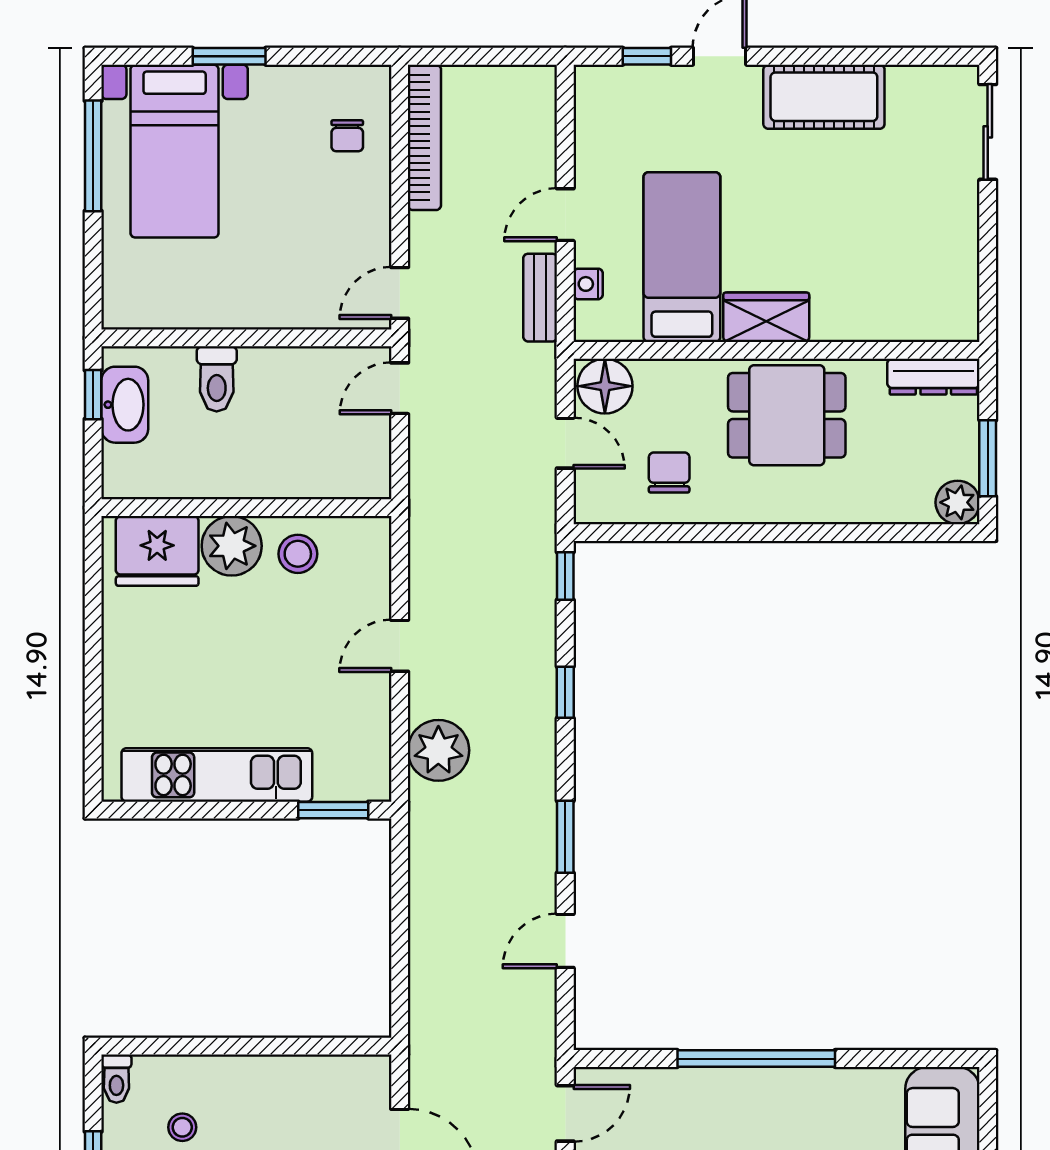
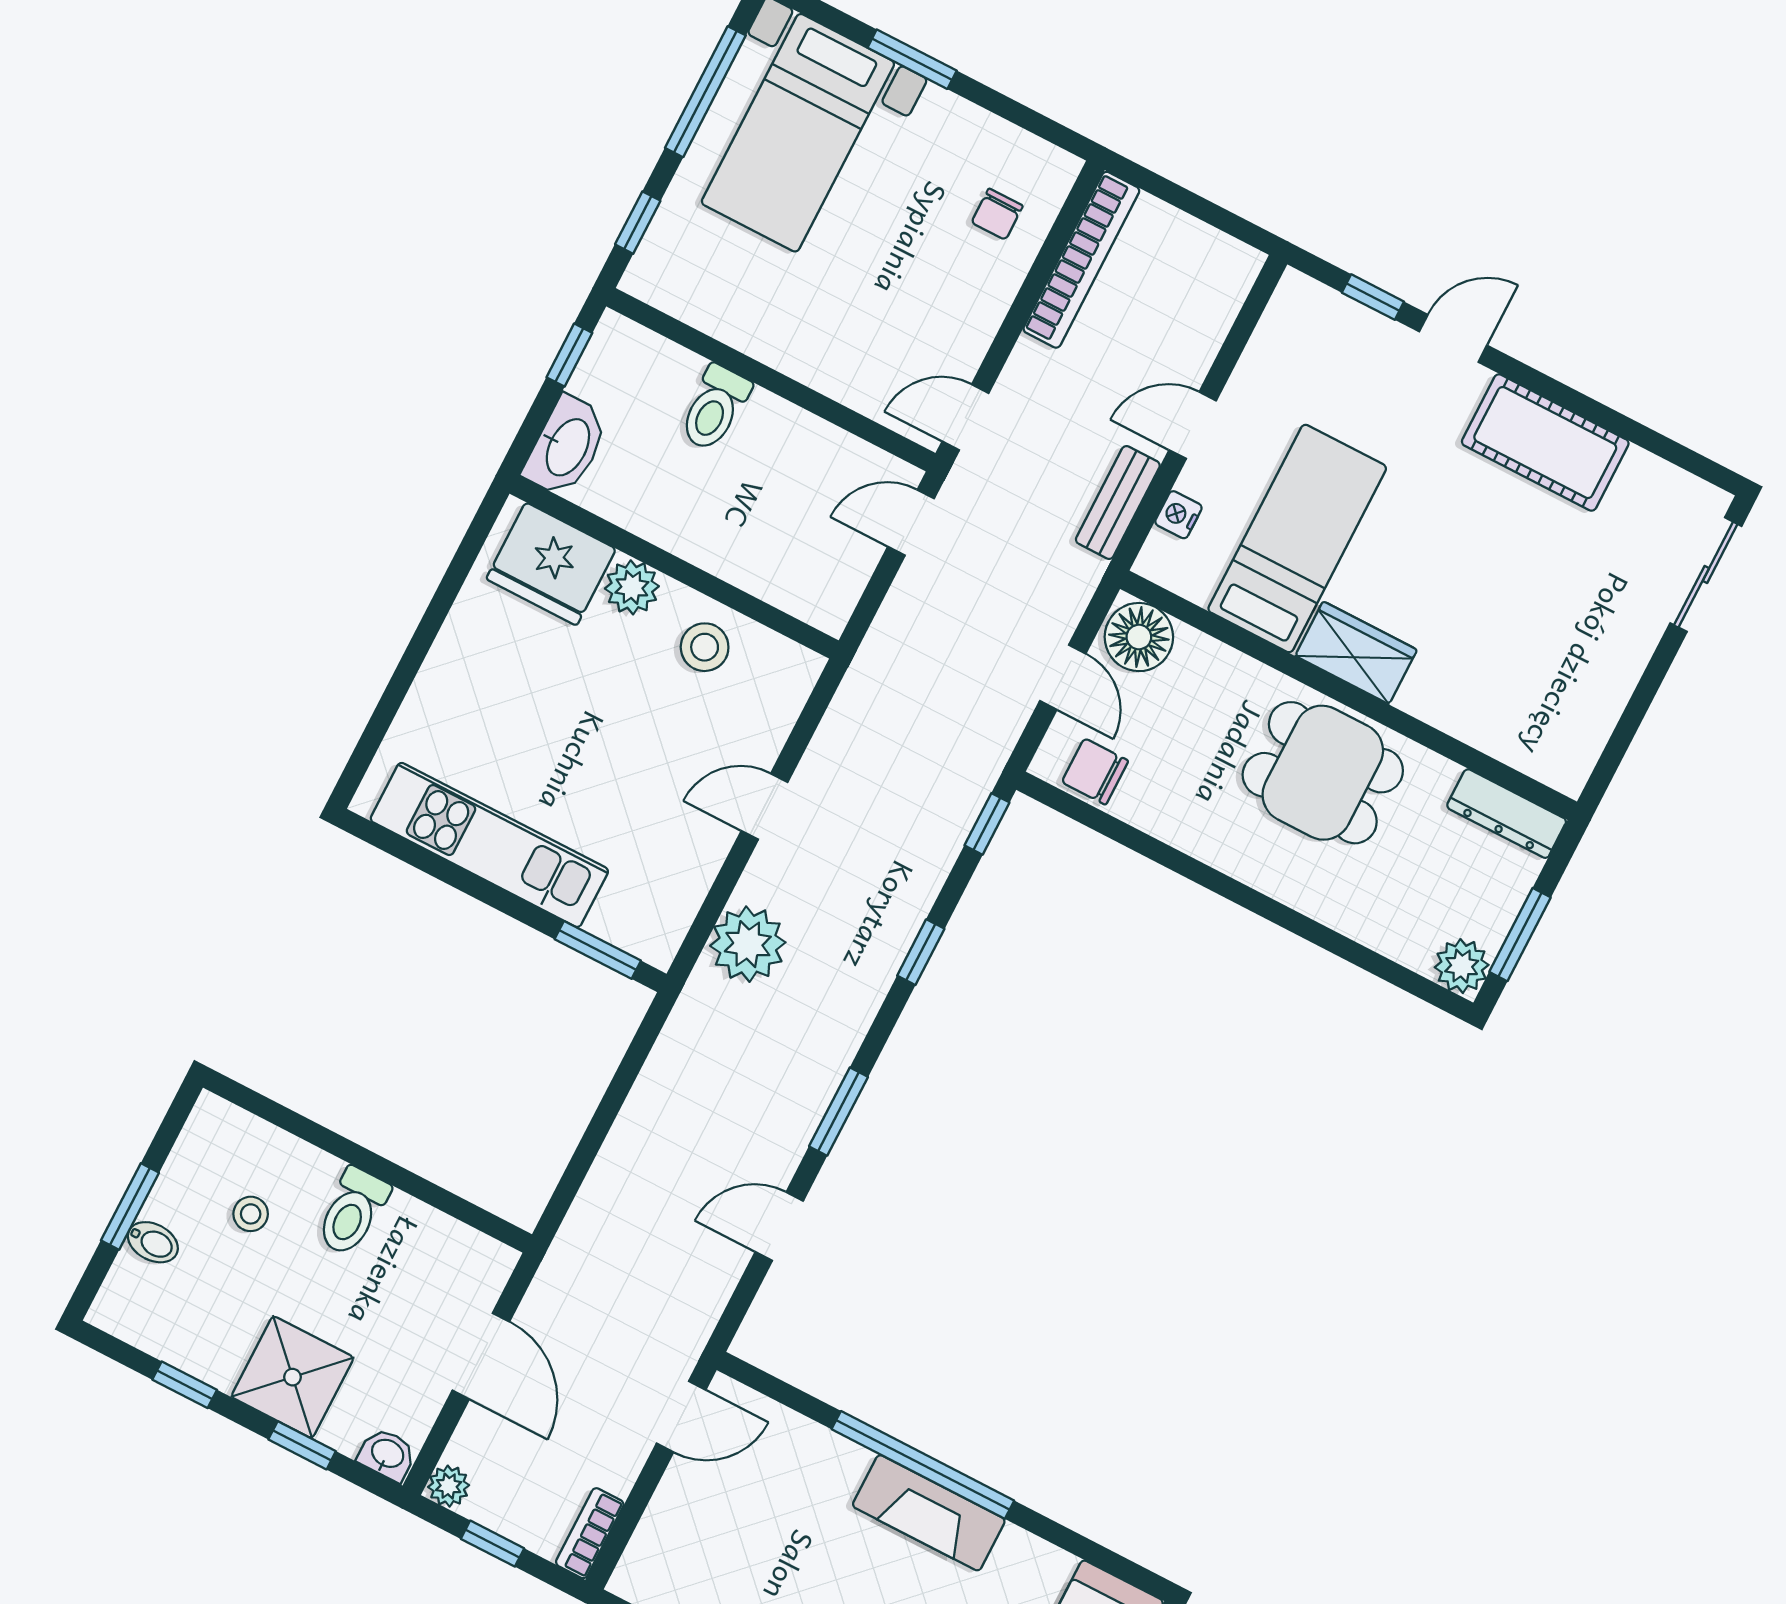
window: (93, 275) -> (638, 223), added
washbasin: (125, 405) -> (566, 446), moved
chair: (669, 472) -> (1095, 772), moved, turned -90
plant: (232, 546) -> (632, 587), width x0.73, depth x0.73
toilet: (116, 1079) -> (353, 1212), moved, width x1.37, depth x1.39
fireplace: (778, 1091) -> (929, 1513), added

